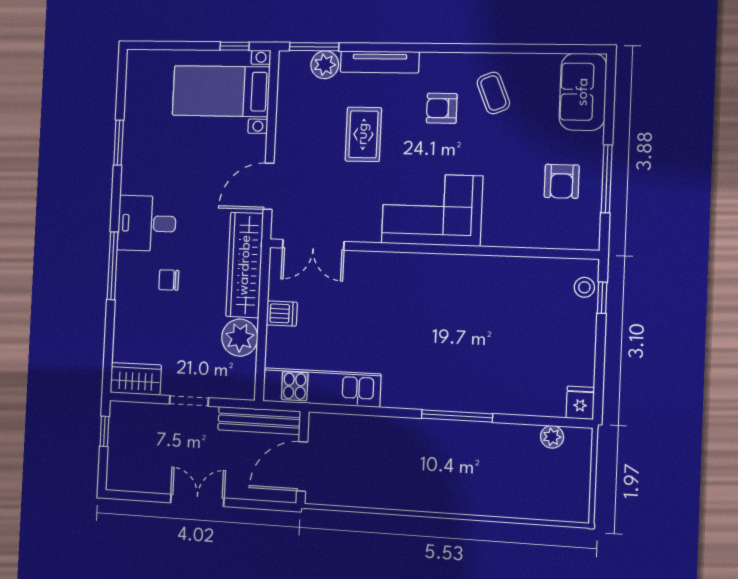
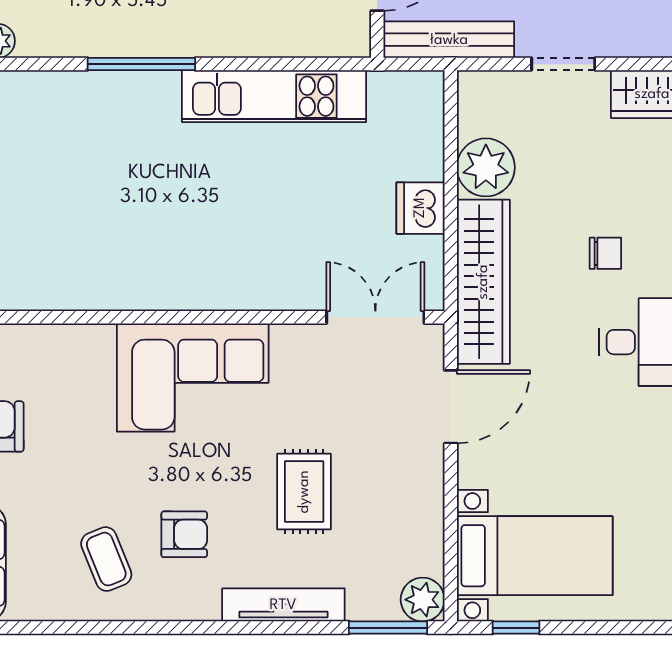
plant: (325, 65) -> (423, 600), moved
dishwasher: (282, 313) -> (420, 208), width x1.38
kitchen unit: (321, 388) -> (274, 96), moved

